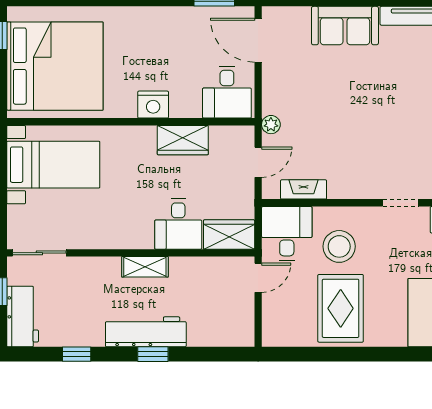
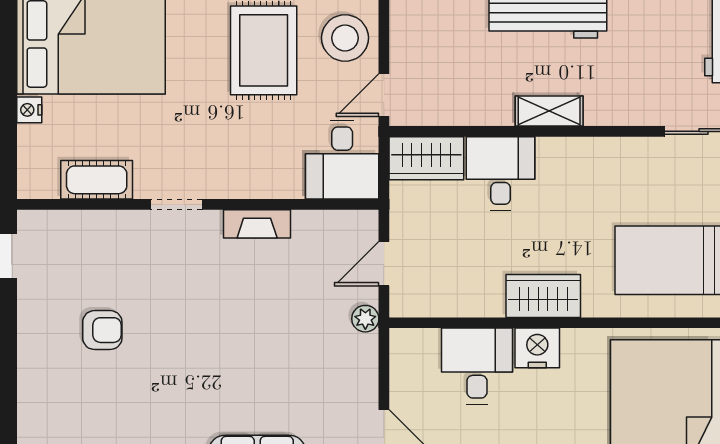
desk: (227, 92) -> (477, 366), moved
wardrobe: (183, 140) -> (543, 296), moved
fireplace: (304, 189) -> (257, 224), moved
stool: (339, 246) -> (345, 38), moved

